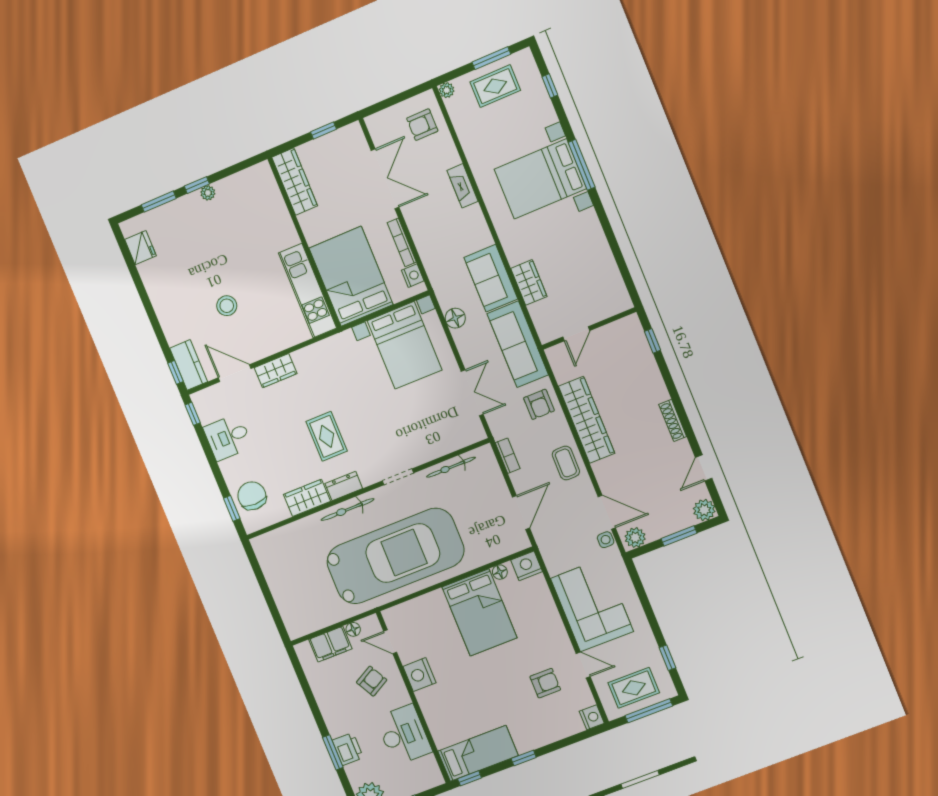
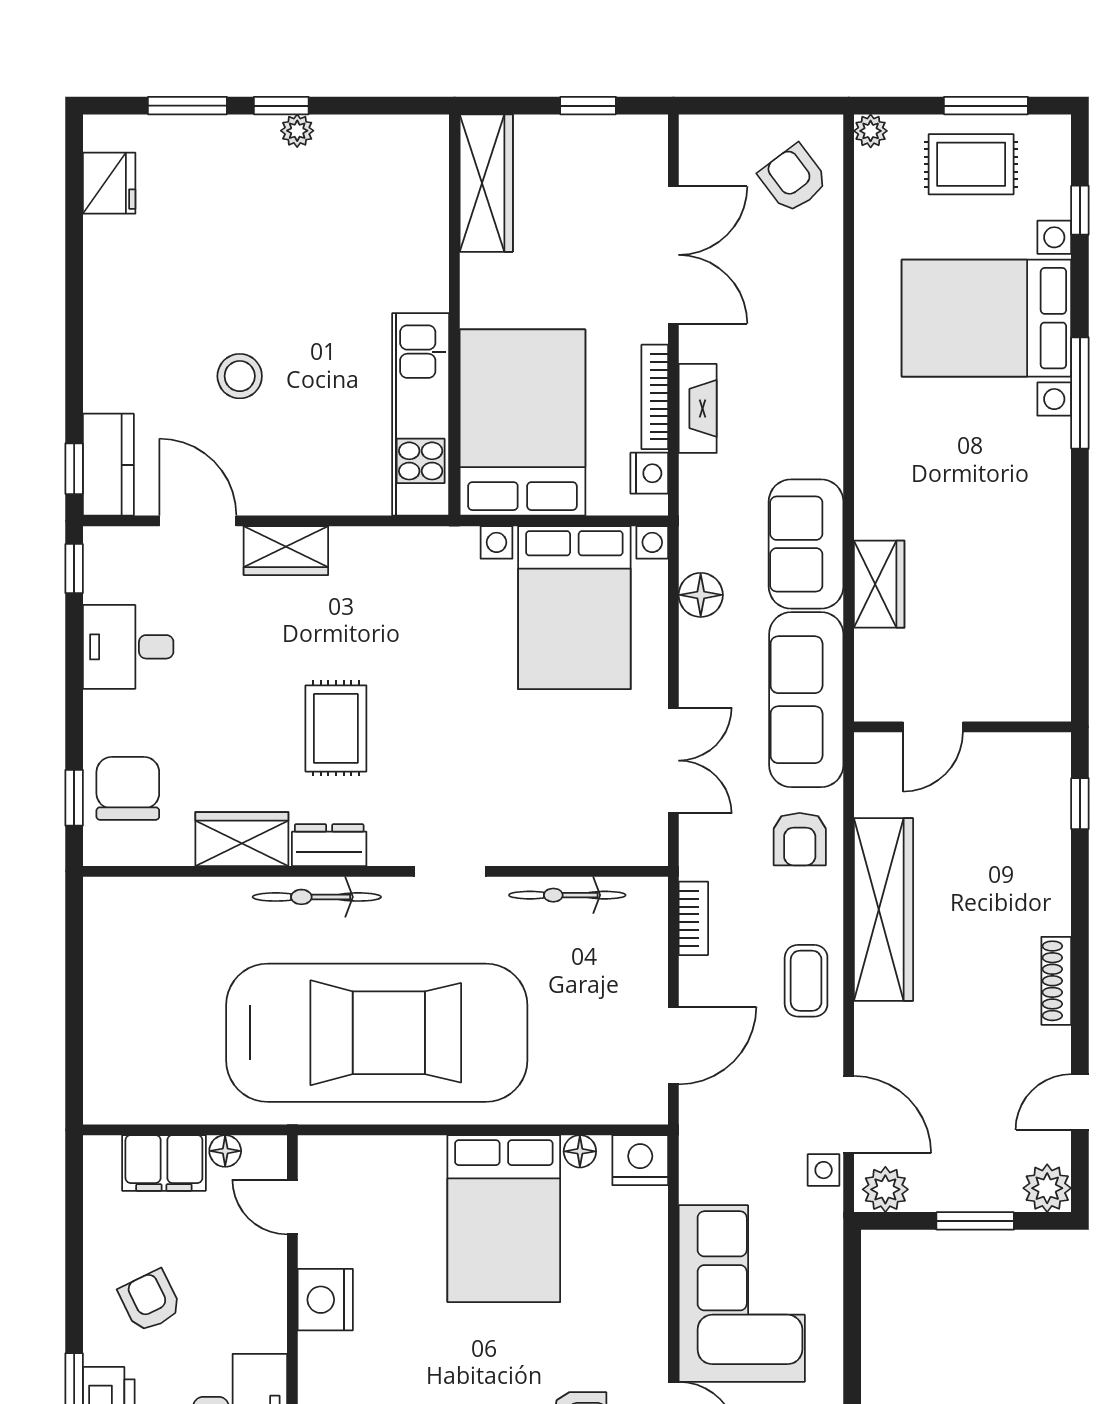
armchair: (422, 125) -> (793, 179), turned 53
bed with nightstands: (540, 179) -> (986, 318), moved
fireplace: (462, 186) -> (698, 408), moved, turned 180
armchair: (372, 681) -> (150, 1301), moved, turned -87

